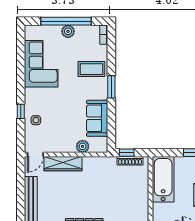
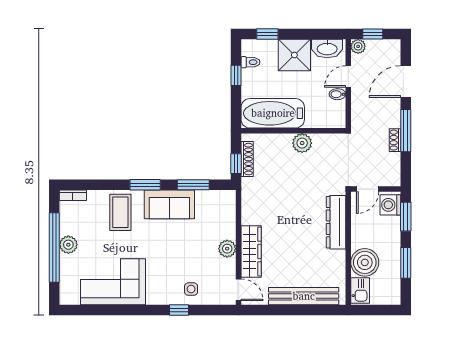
sofa: (97, 118) -> (169, 204), moved
window: (111, 122) -> (193, 185), added
plant: (83, 146) -> (227, 249), moved
plant: (142, 201) -> (302, 143), added

